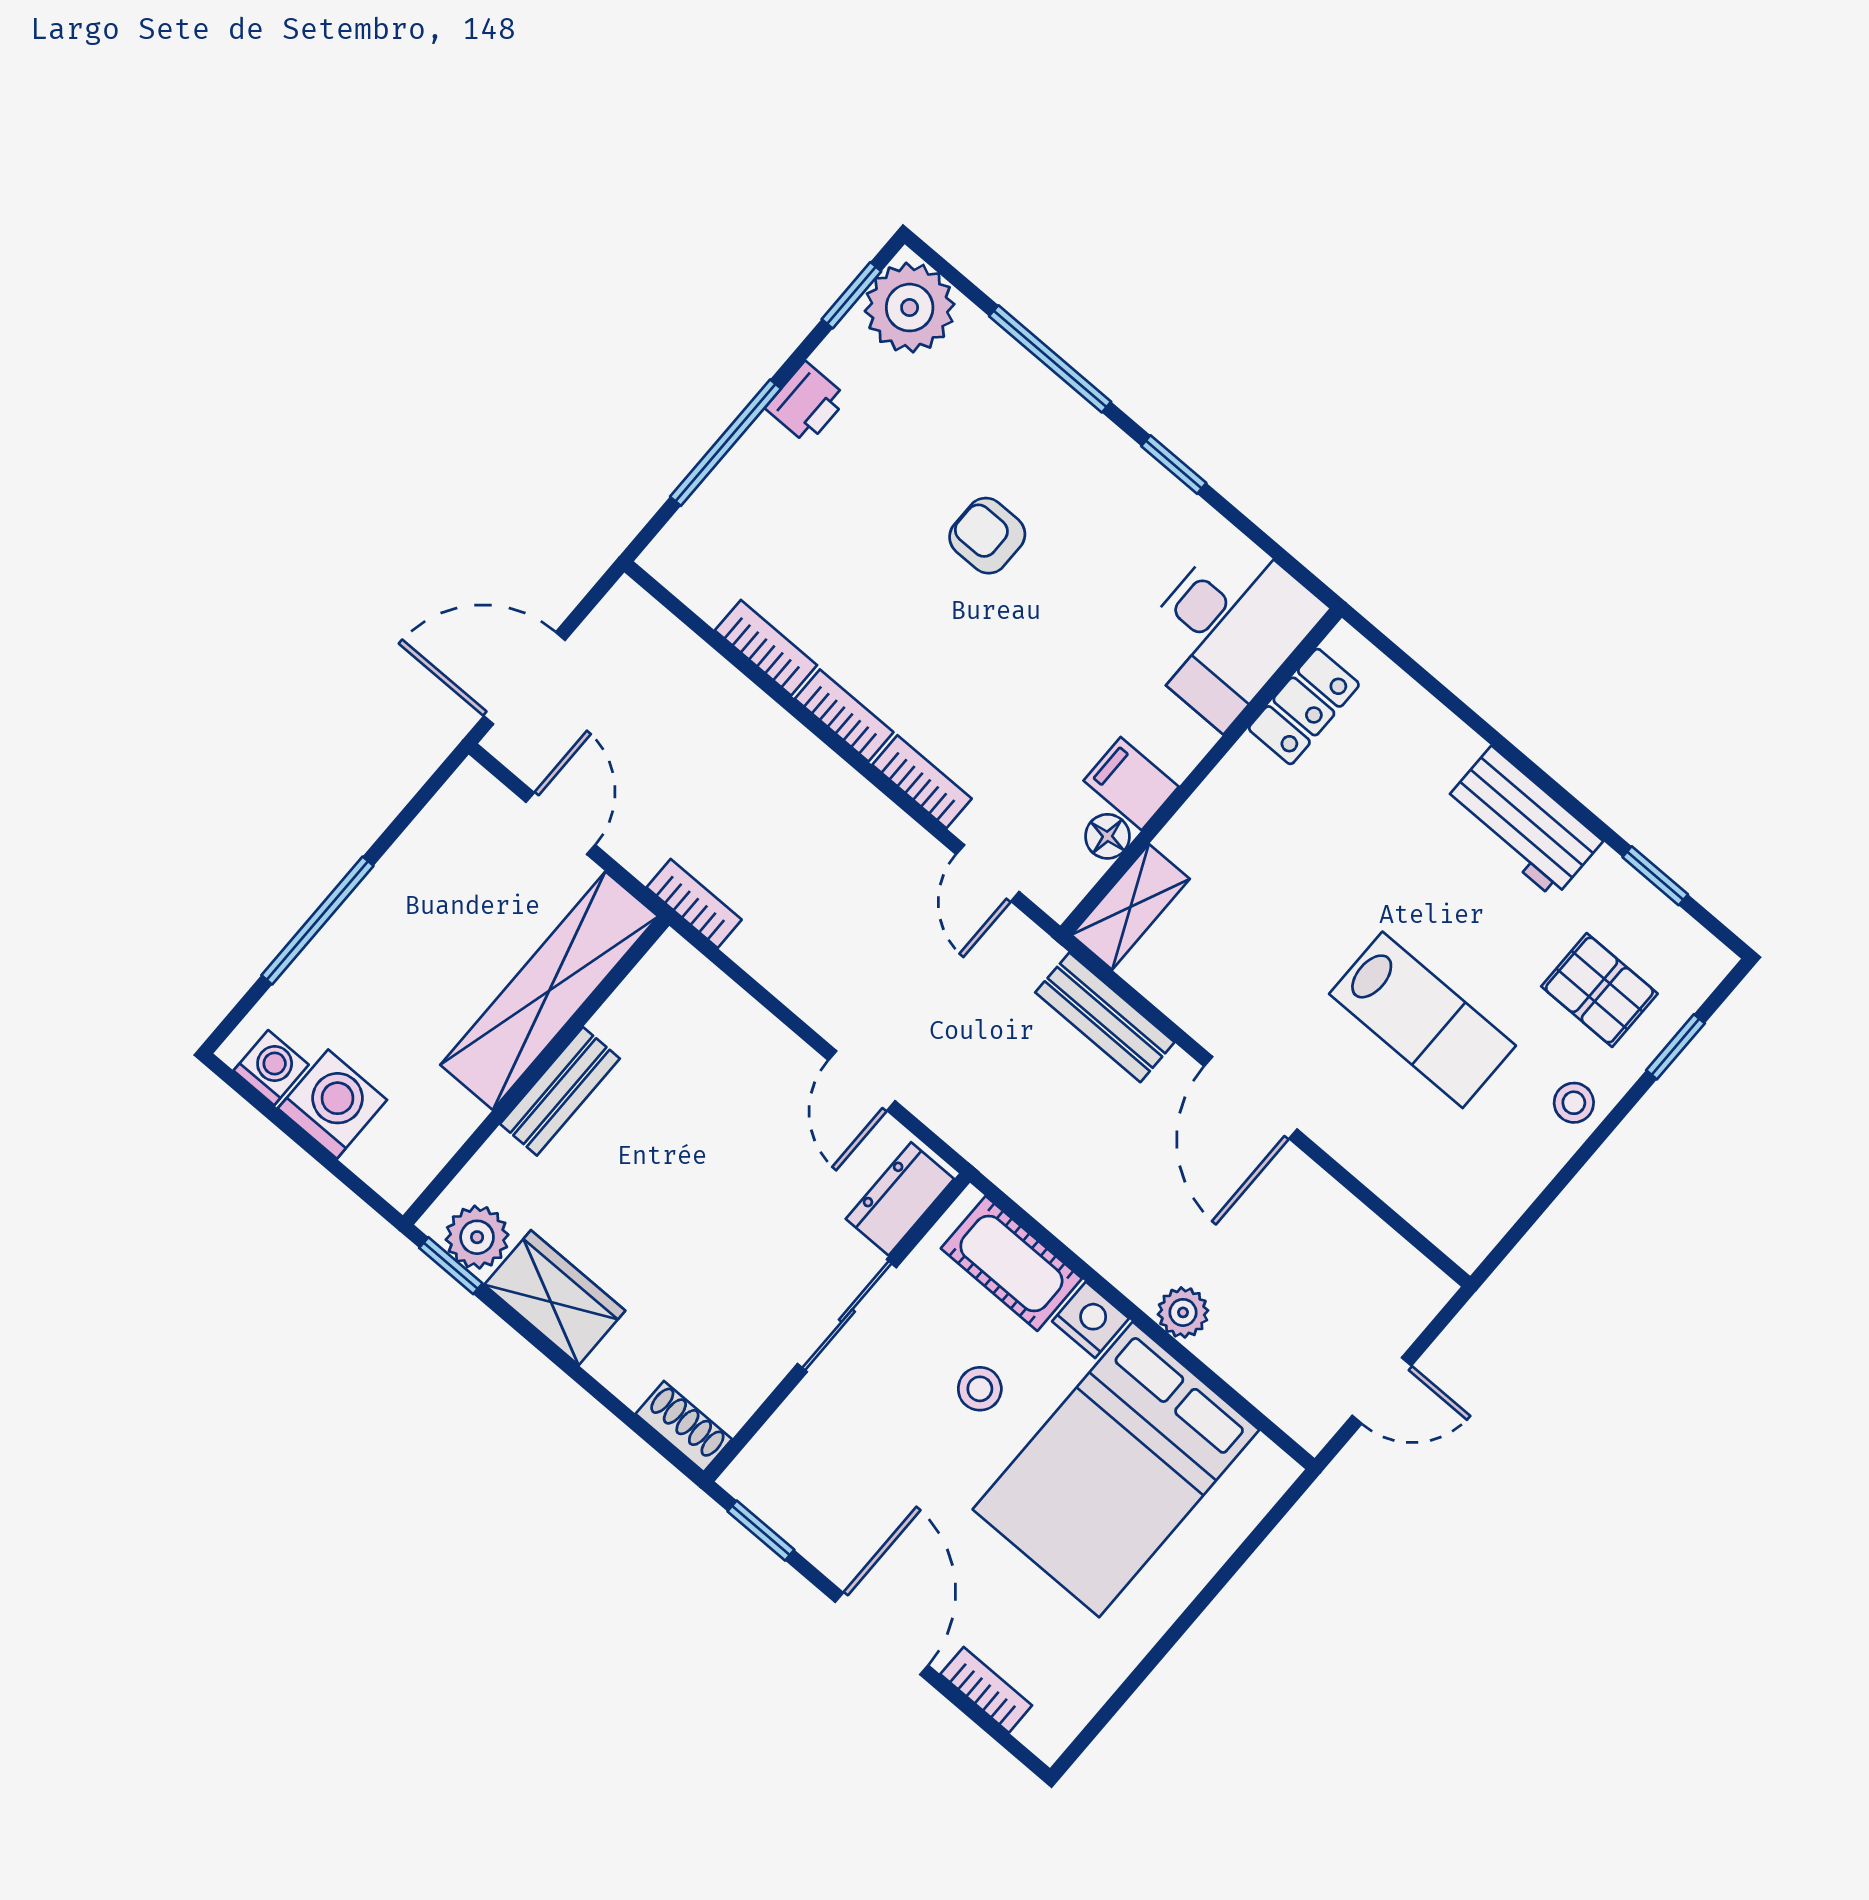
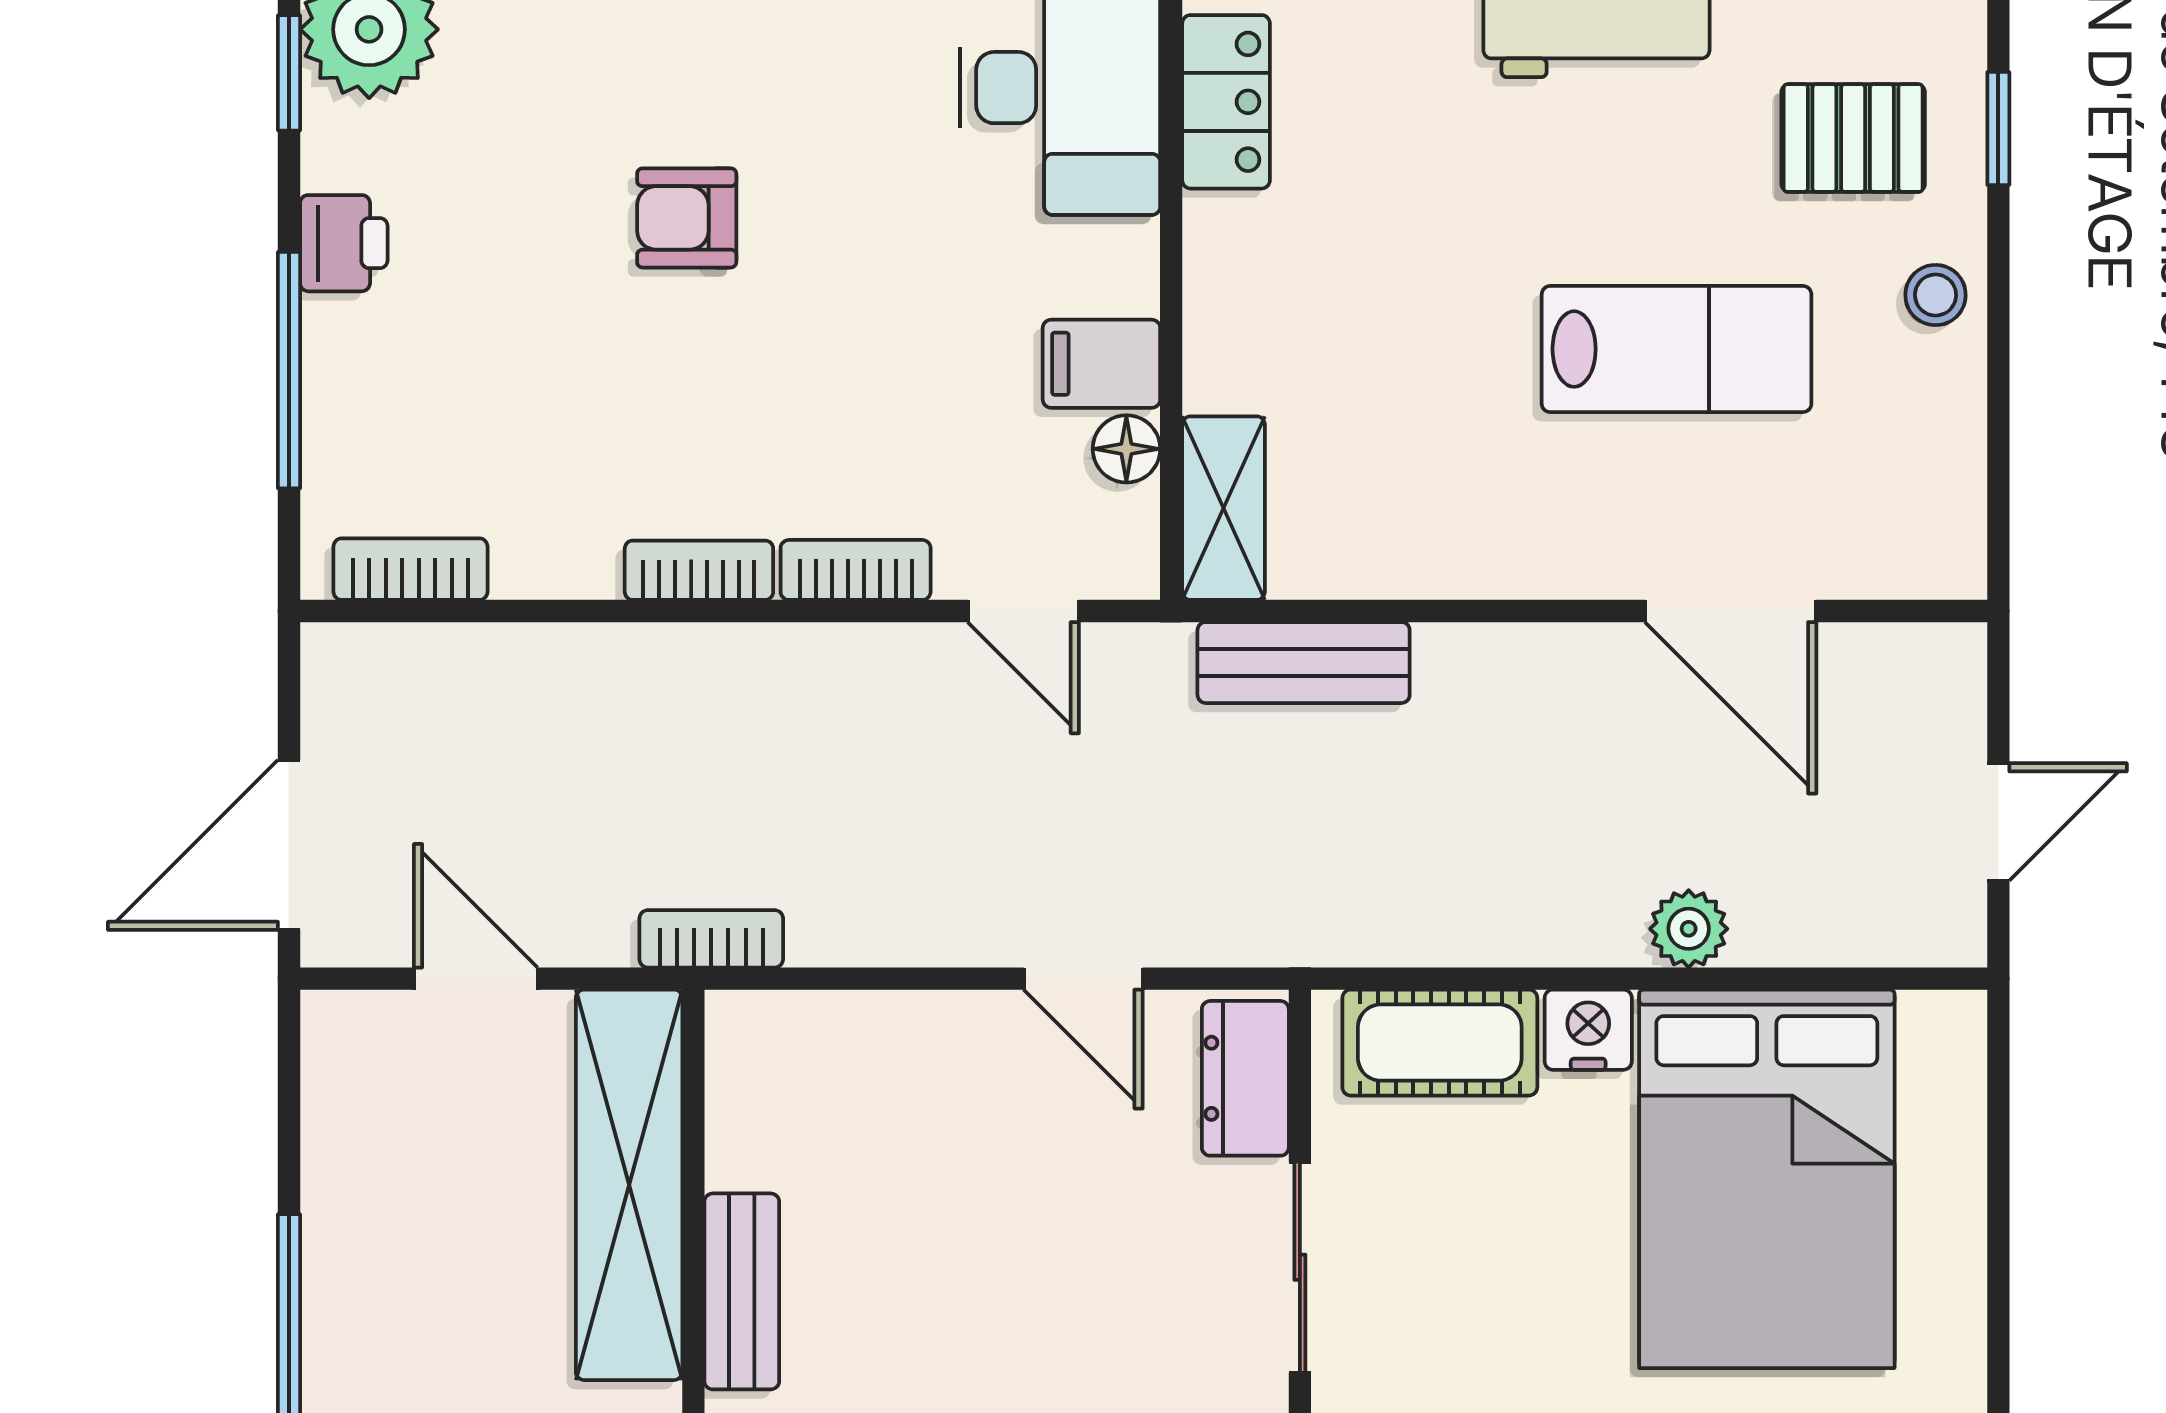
bookcase: (766, 648) -> (411, 569), moved
door: (1251, 1098) -> (1731, 611), moved
stool: (980, 1389) -> (1528, 1220), removed

